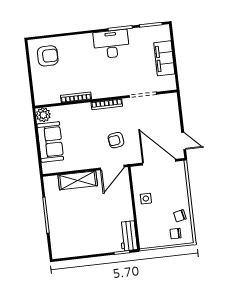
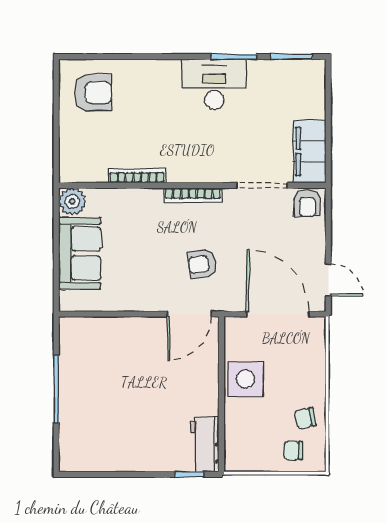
filing cabinet: (164, 58) -> (310, 152), moved
armchair: (168, 102) -> (307, 203), added
shelving: (78, 180) -> (123, 331), removed
side table: (146, 199) -> (246, 379), width x1.87, depth x1.87

